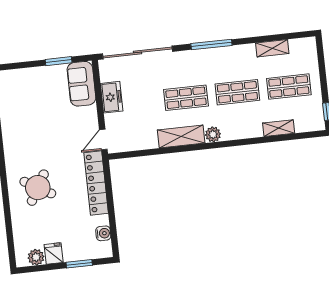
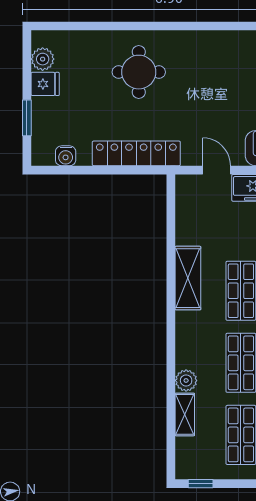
plant: (213, 134) -> (186, 380), moved
door: (103, 140) -> (217, 170), moved
round table: (38, 188) -> (139, 72), turned -30

